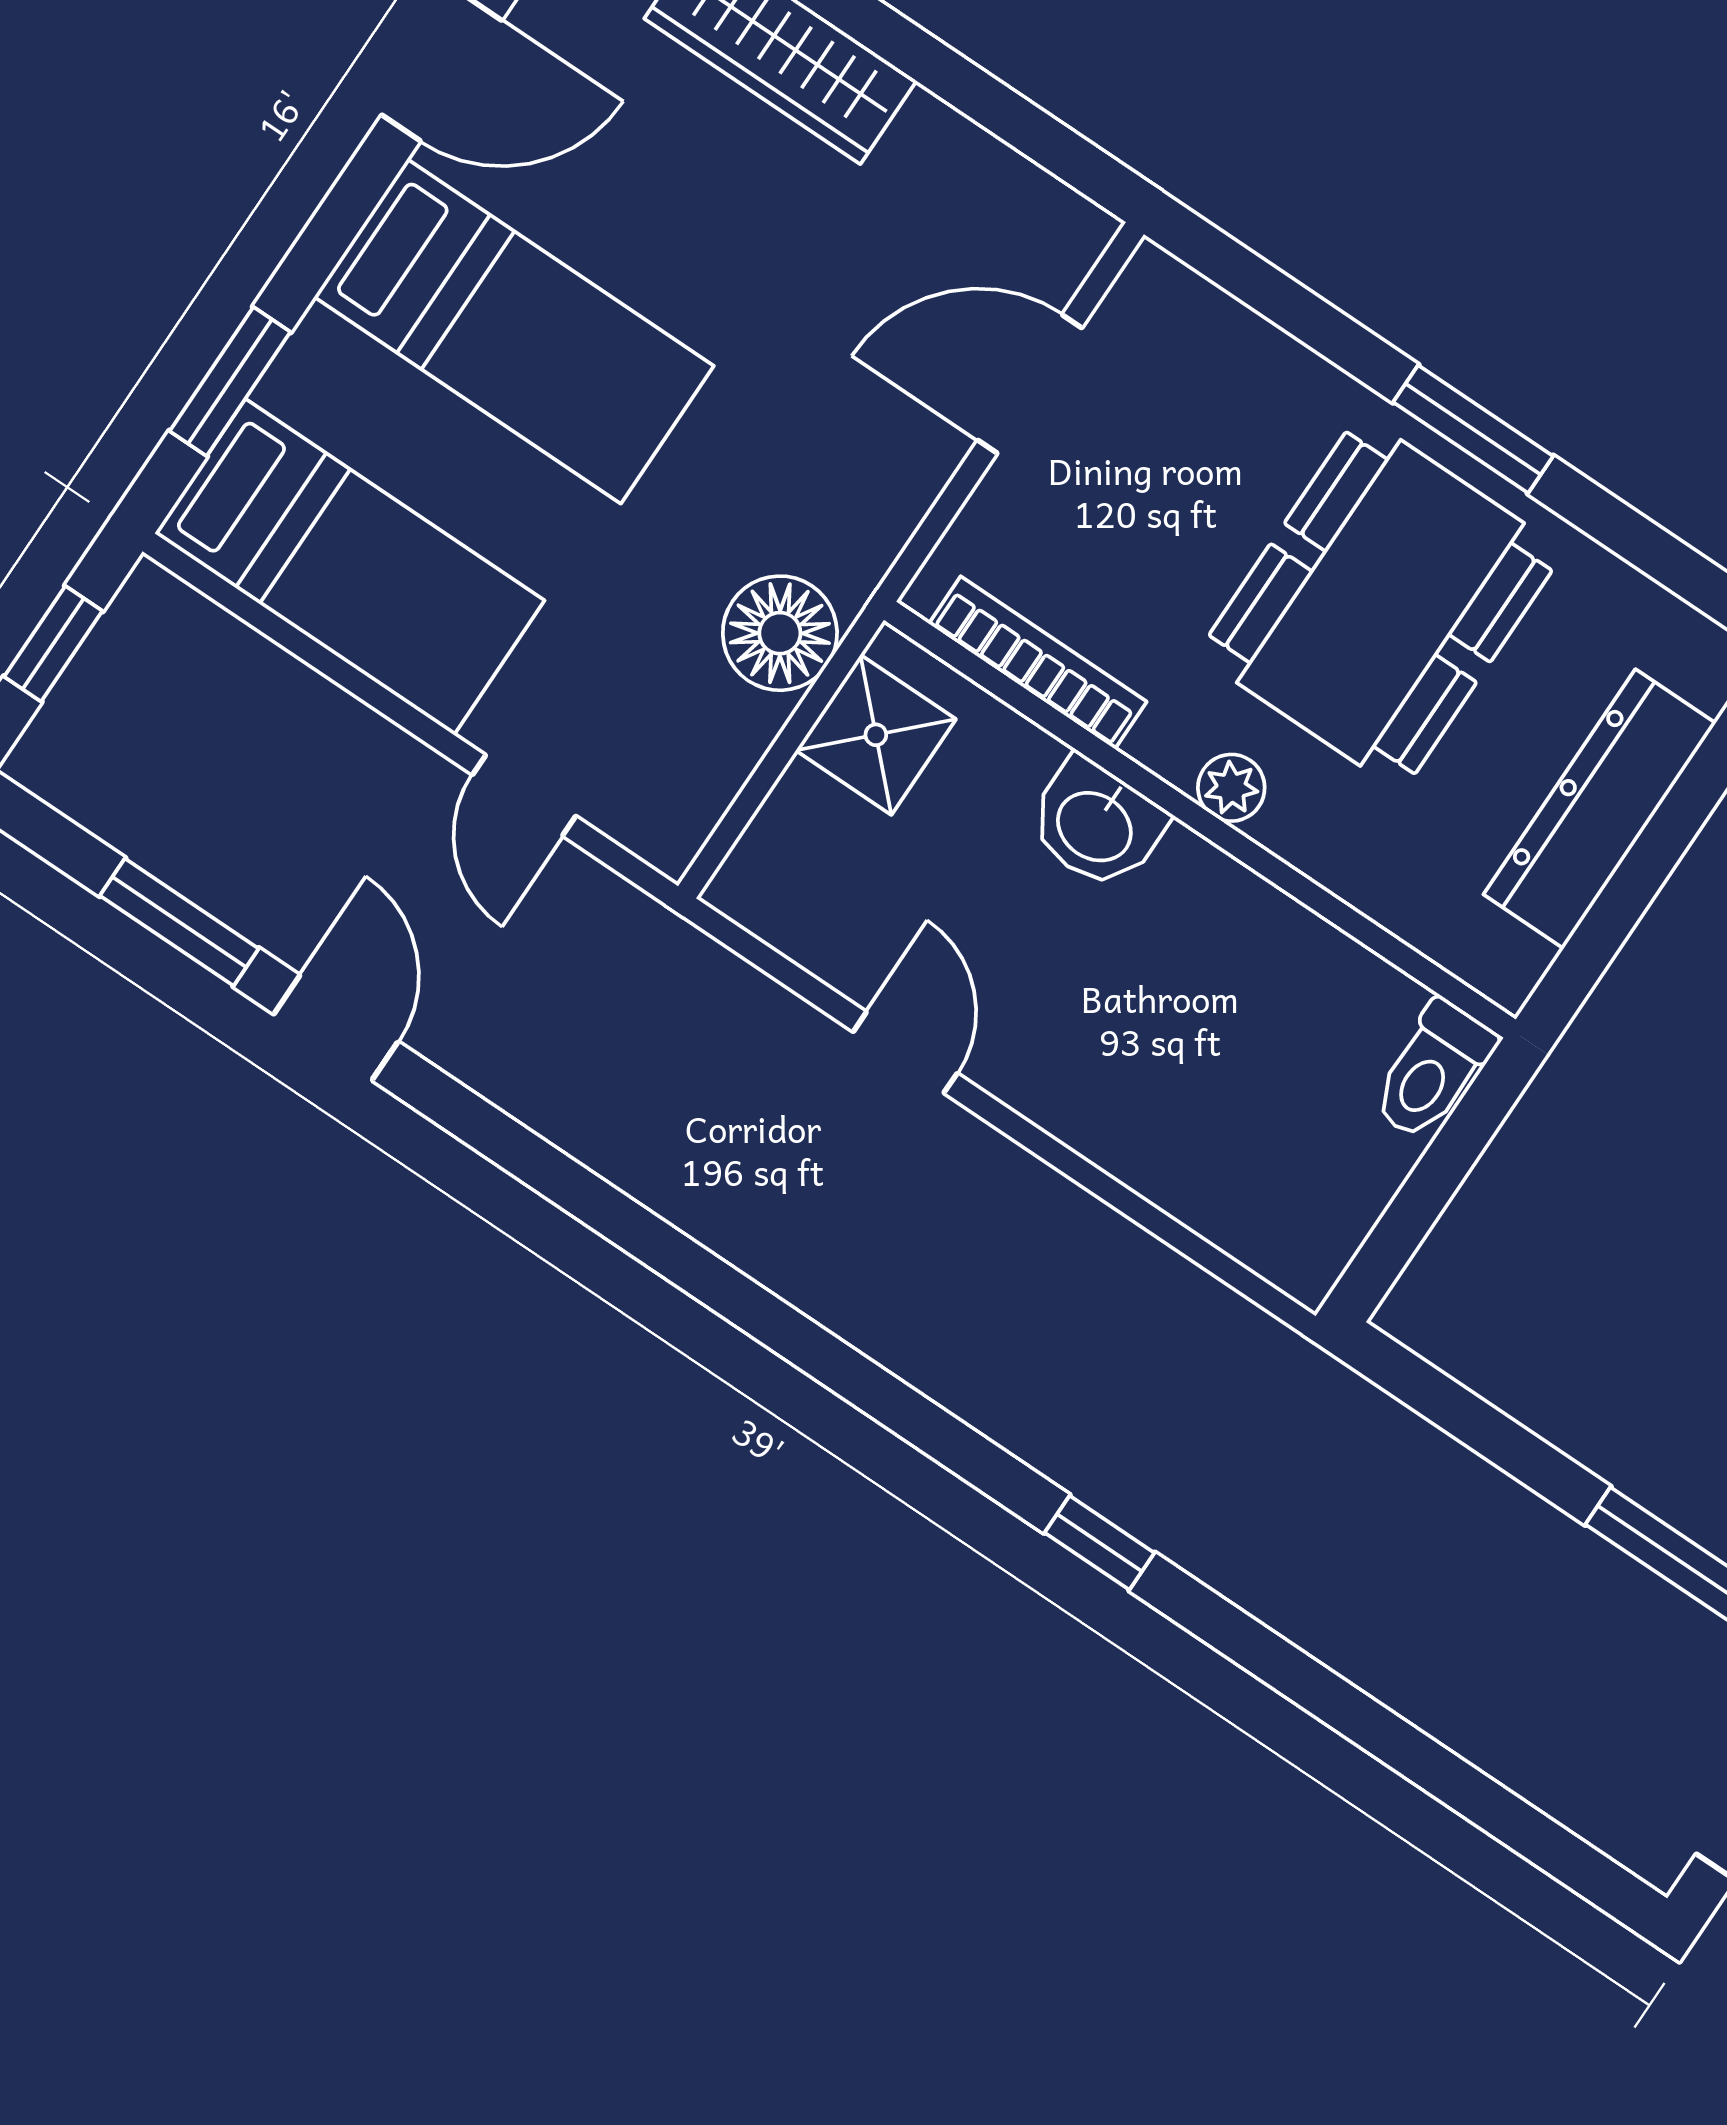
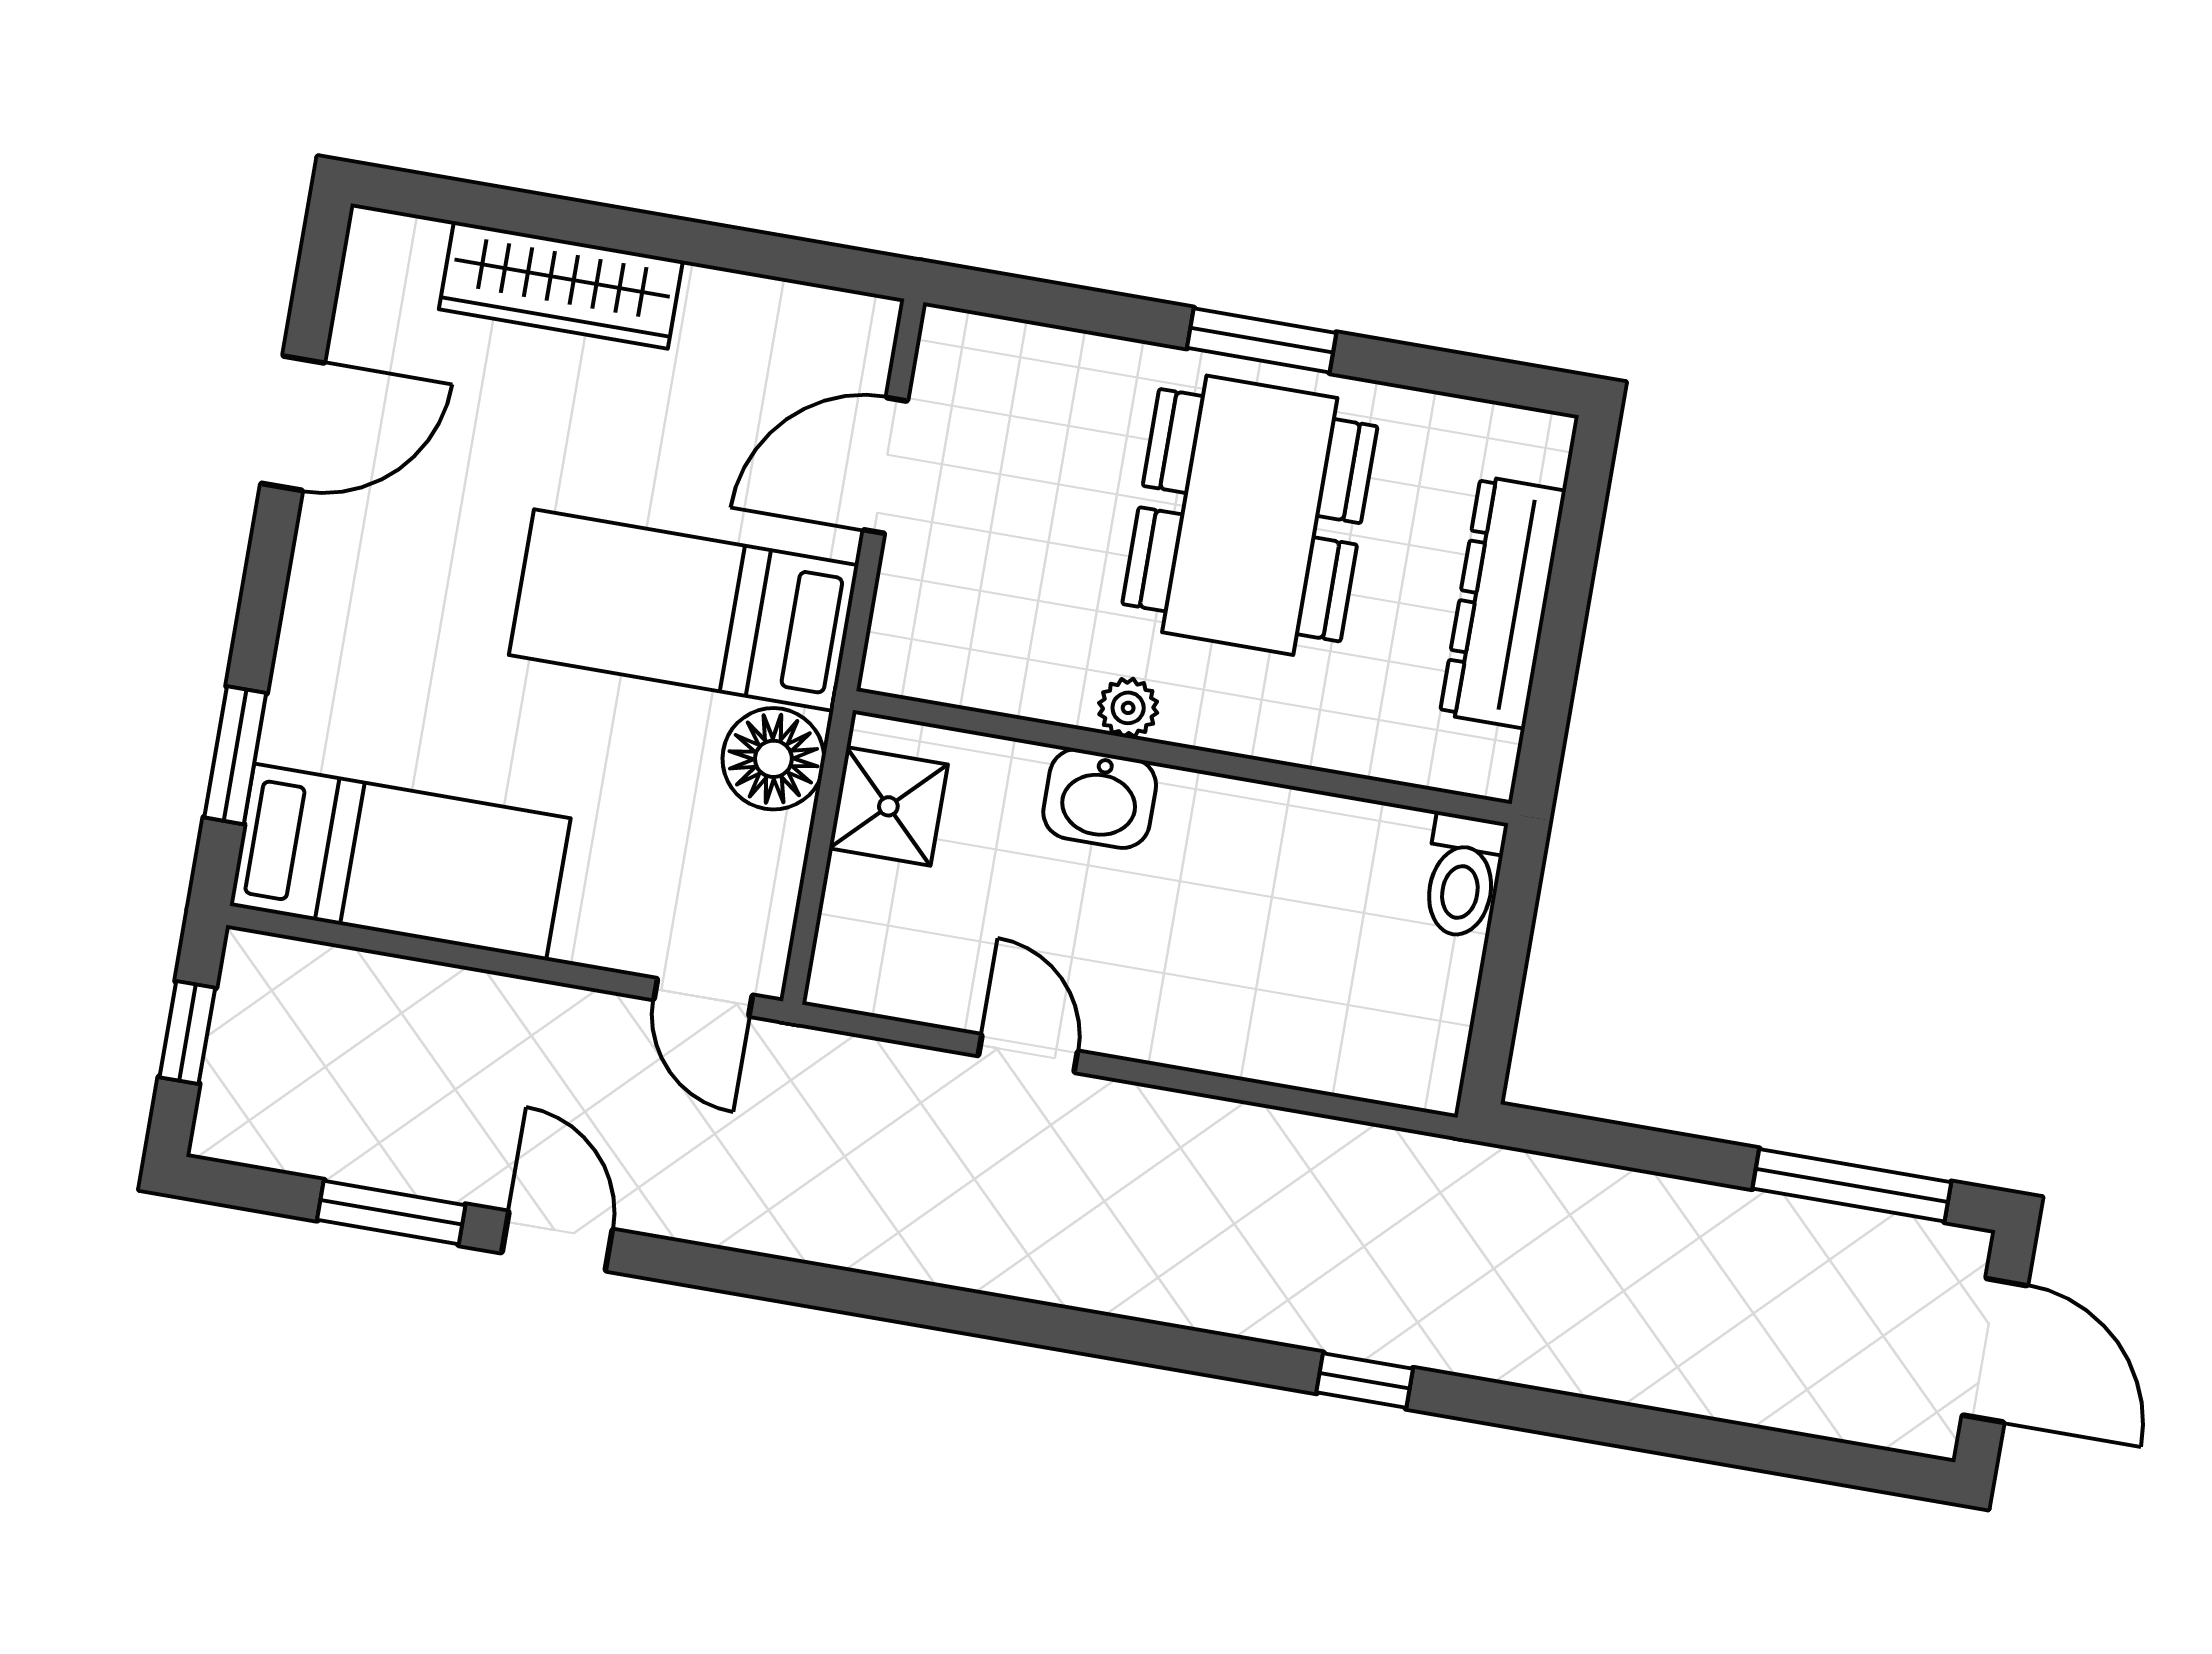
bed: (514, 331) -> (684, 610), moved, turned 180
bookcase: (1038, 663) -> (993, 689), removed
plant: (1231, 788) -> (1128, 708), moved
door: (524, 795) -> (703, 997), moved

